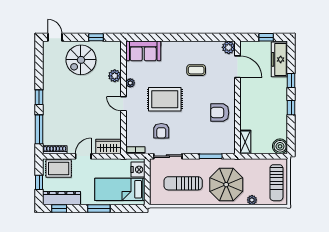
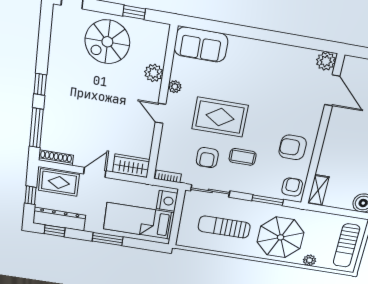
coffee table: (196, 70) -> (243, 157), moved
armchair: (226, 143) -> (292, 187), added

